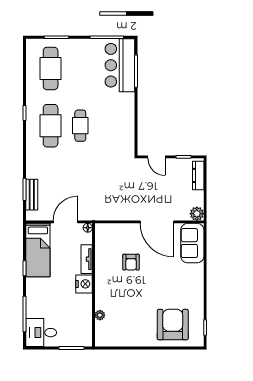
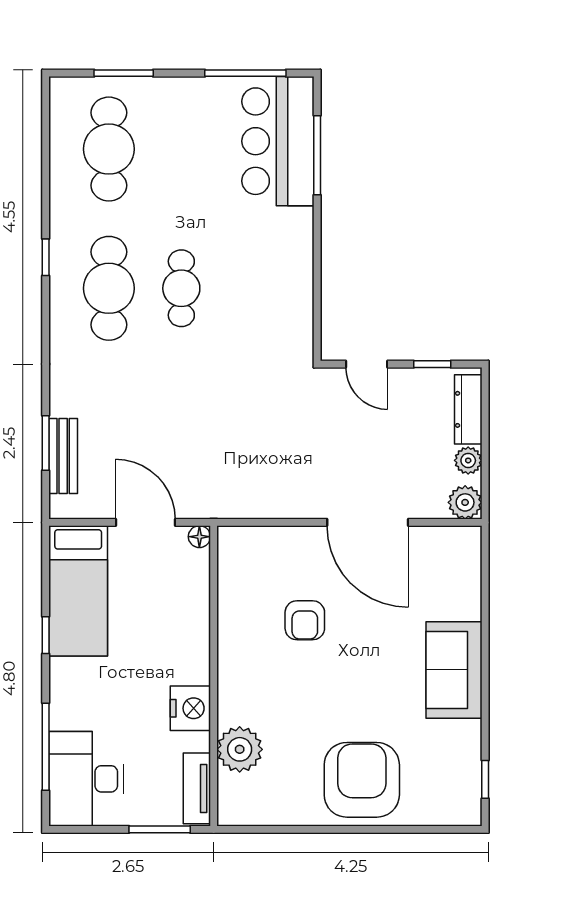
plant: (198, 196) -> (468, 460), added
door: (66, 222) -> (145, 522), hinge flipped
sofa: (192, 243) -> (454, 670), moved
tv unit: (87, 259) -> (197, 788), moved
nightstand: (84, 284) -> (190, 708), moved
plant: (100, 315) -> (240, 749), width x1.87, depth x1.87
armchair: (173, 325) -> (362, 780), moved
desk: (41, 333) -> (86, 779), width x1.37

